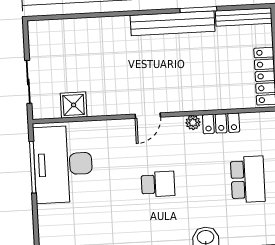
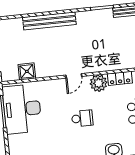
bench: (173, 23) -> (49, 21), moved
plant: (193, 123) -> (99, 83), width x1.87, depth x1.87

